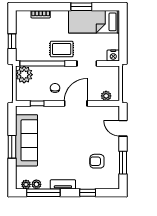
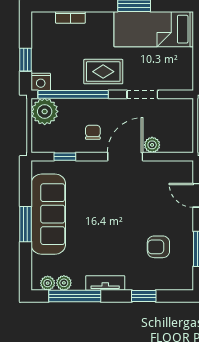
nightstand: (113, 56) -> (41, 82), moved
plant: (106, 96) -> (152, 145), moved

